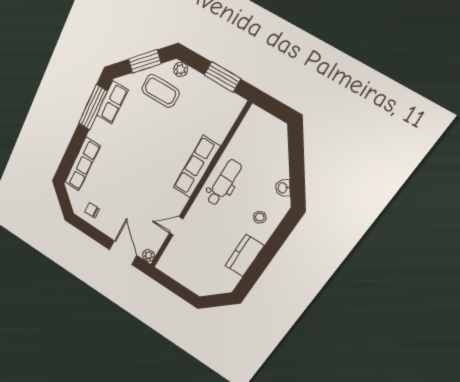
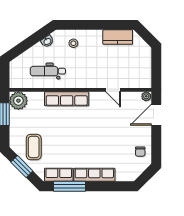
plant: (181, 70) -> (18, 101), moved, width x1.88, depth x1.88
row of seats: (82, 164) -> (94, 175), moved
dental chair: (224, 183) -> (48, 71), moved
kitchen counter: (244, 256) -> (118, 37), moved

